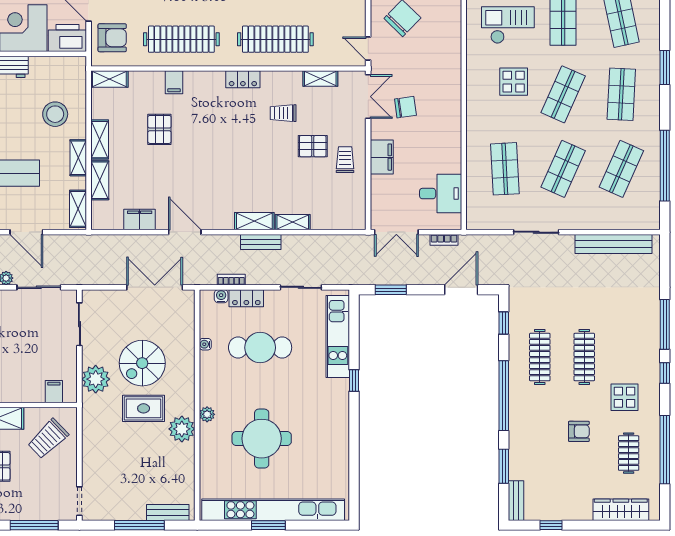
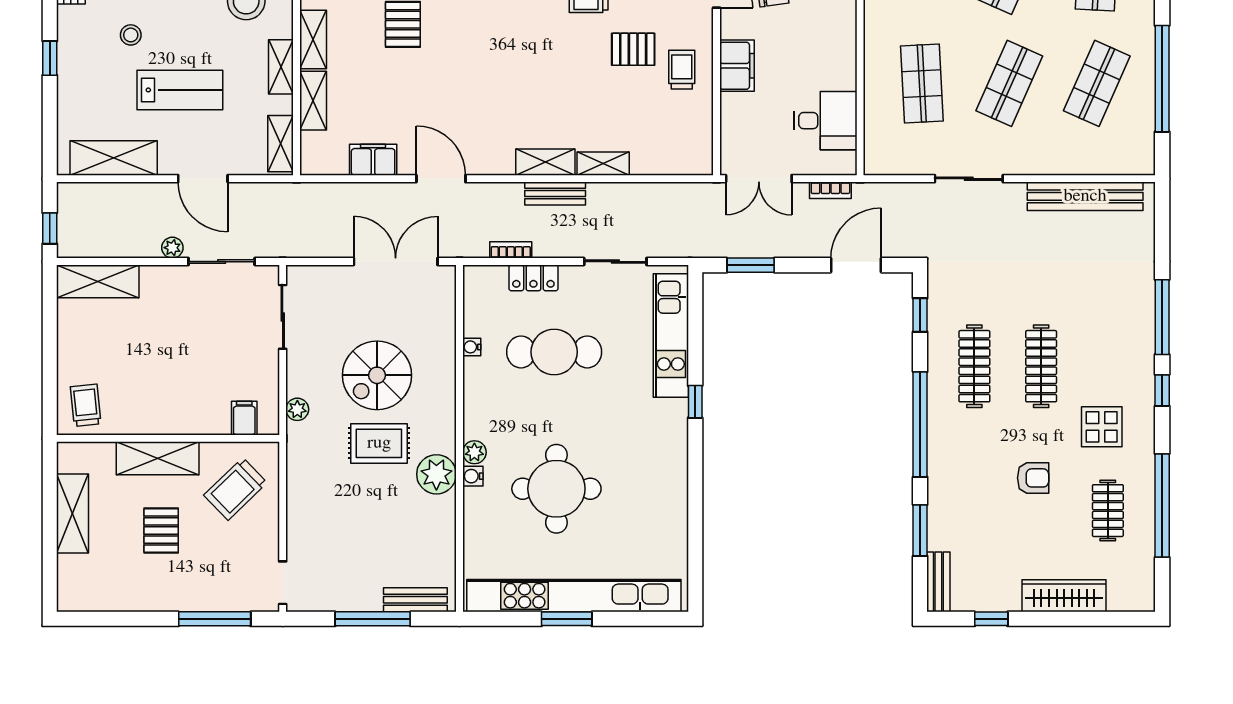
water cooler: (221, 296) -> (473, 476), moved, turned -90
plant: (96, 379) -> (297, 409), width x0.53, depth x0.53
wardrobe: (621, 510) -> (1064, 596), moved

